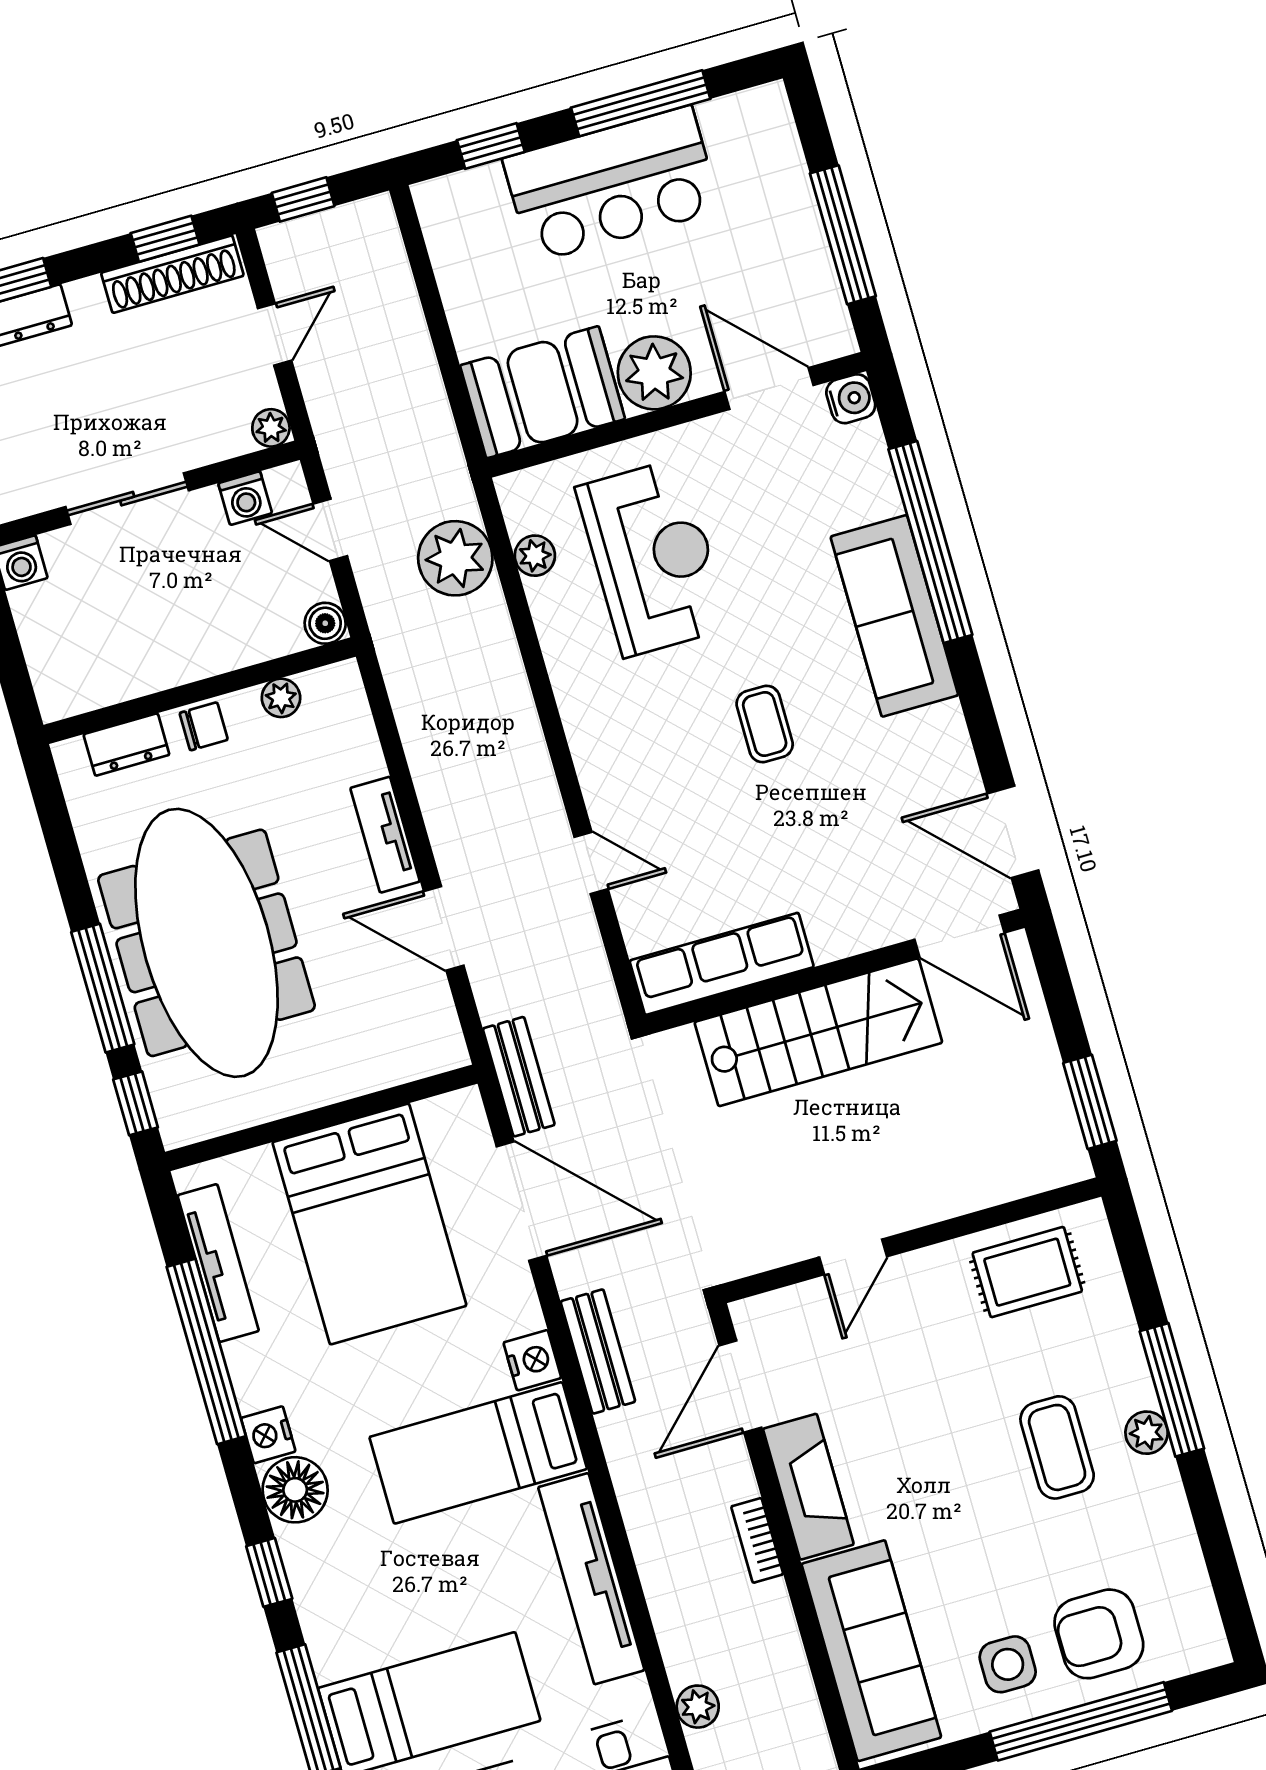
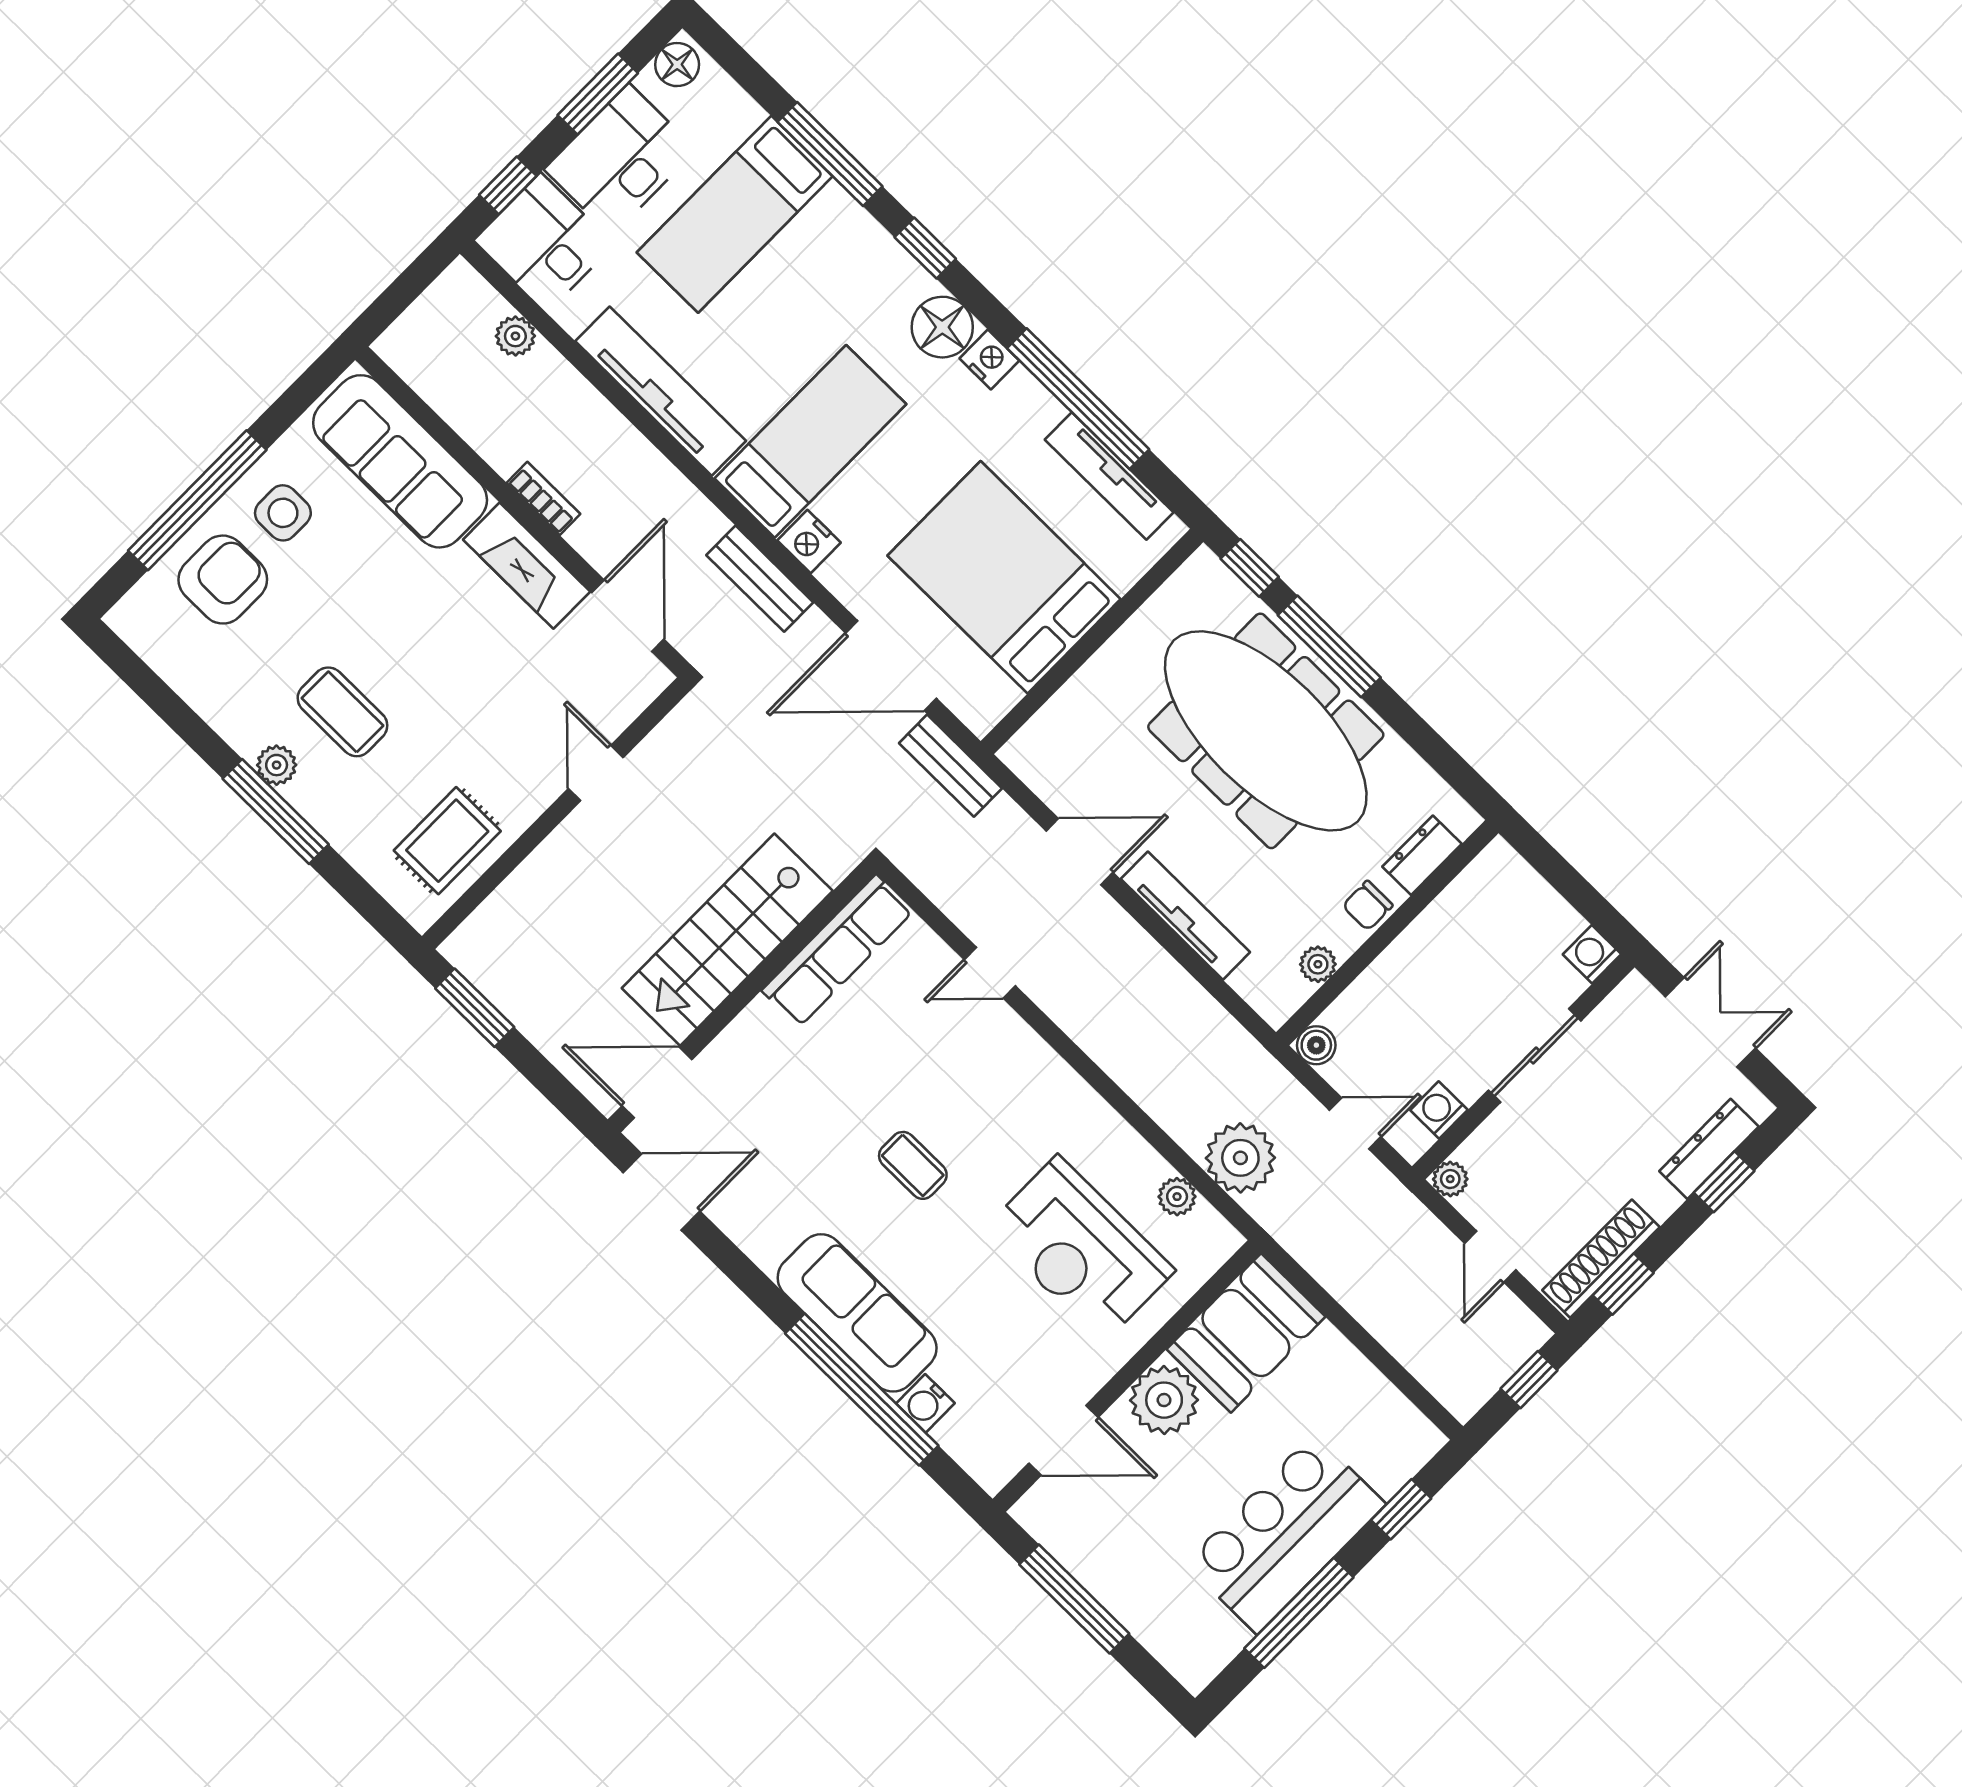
water cooler: (851, 399) -> (925, 1403), moved
tv unit: (385, 835) -> (1185, 916), width x1.41

